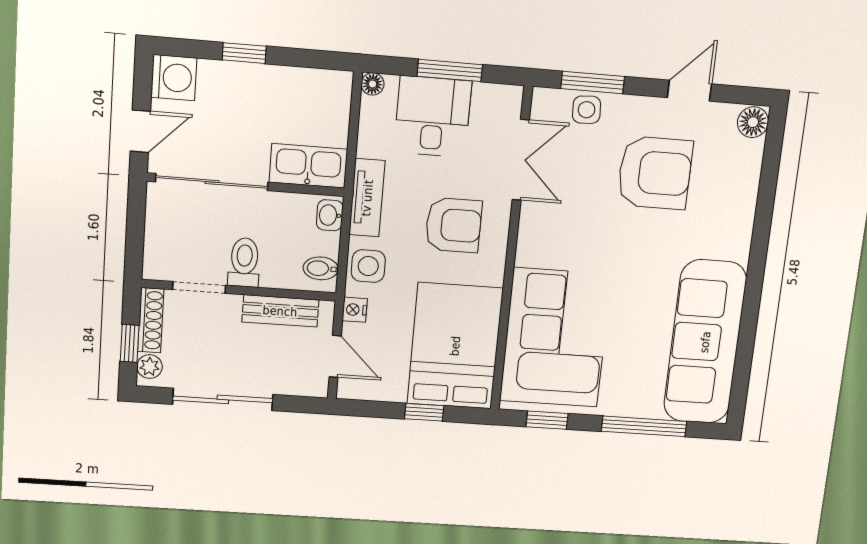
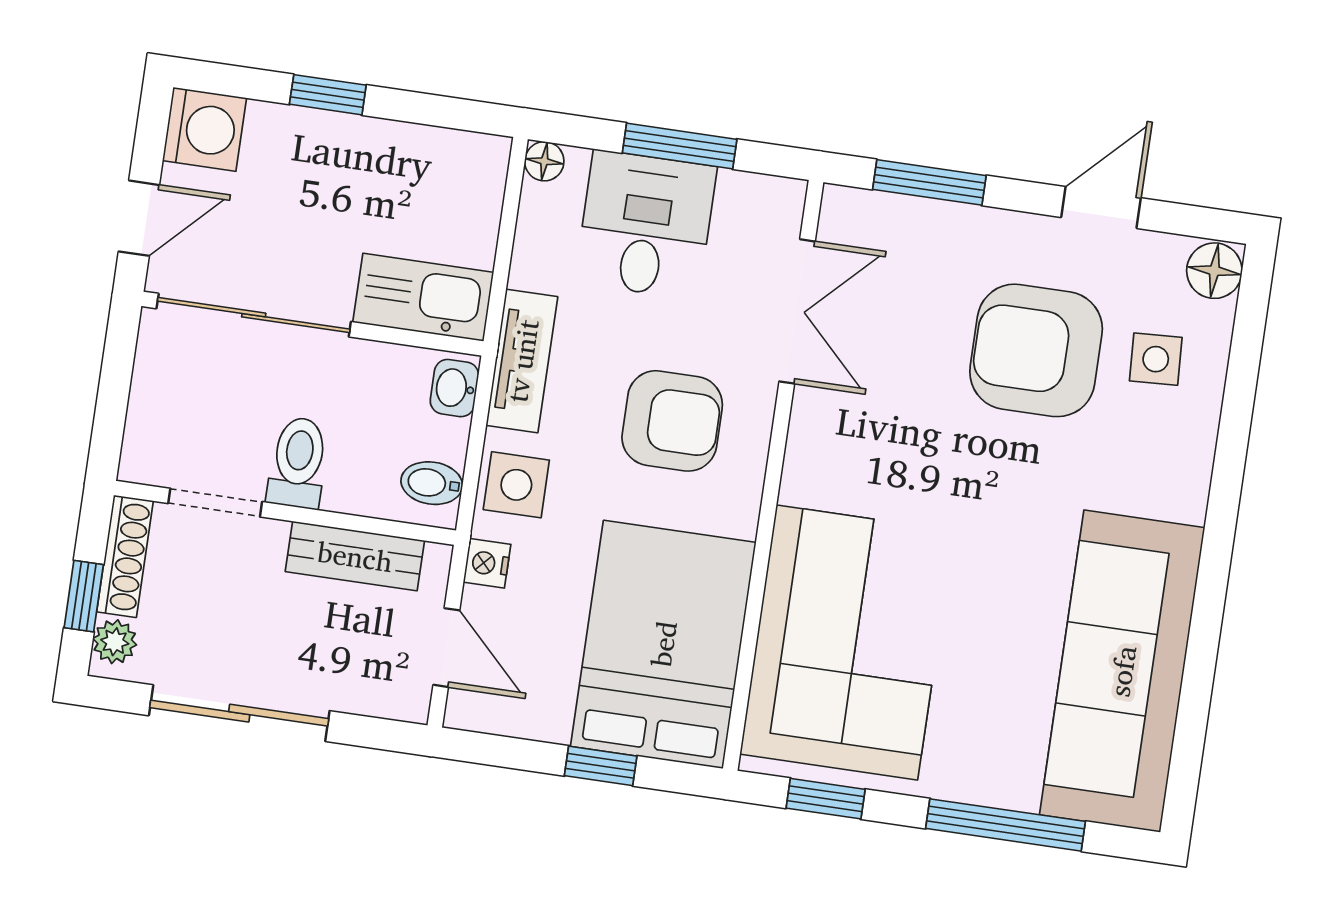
side table: (587, 110) -> (1156, 359), moved
armchair: (655, 173) -> (1036, 350), turned 180

